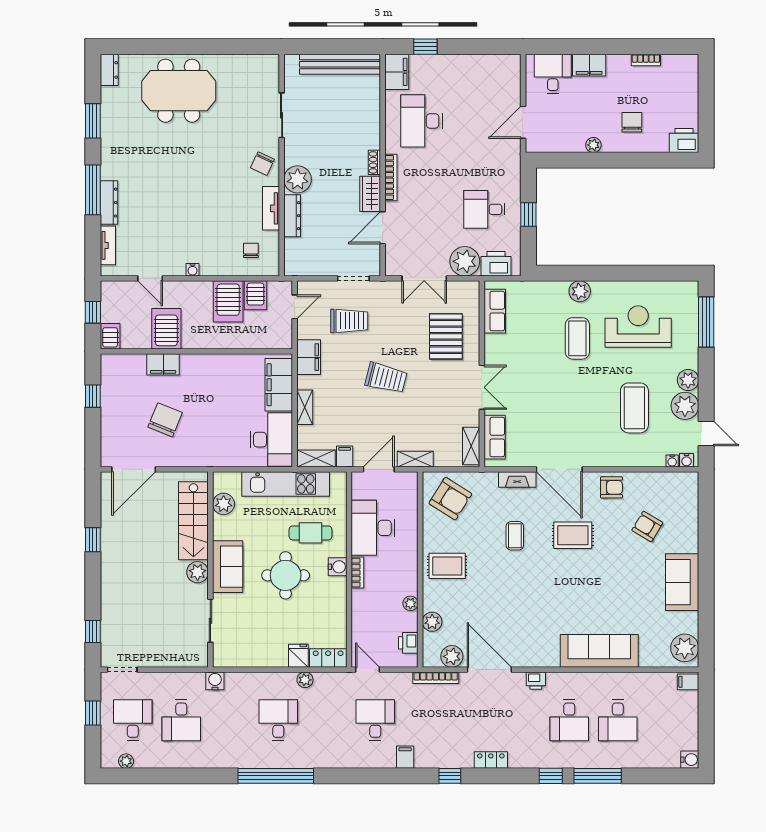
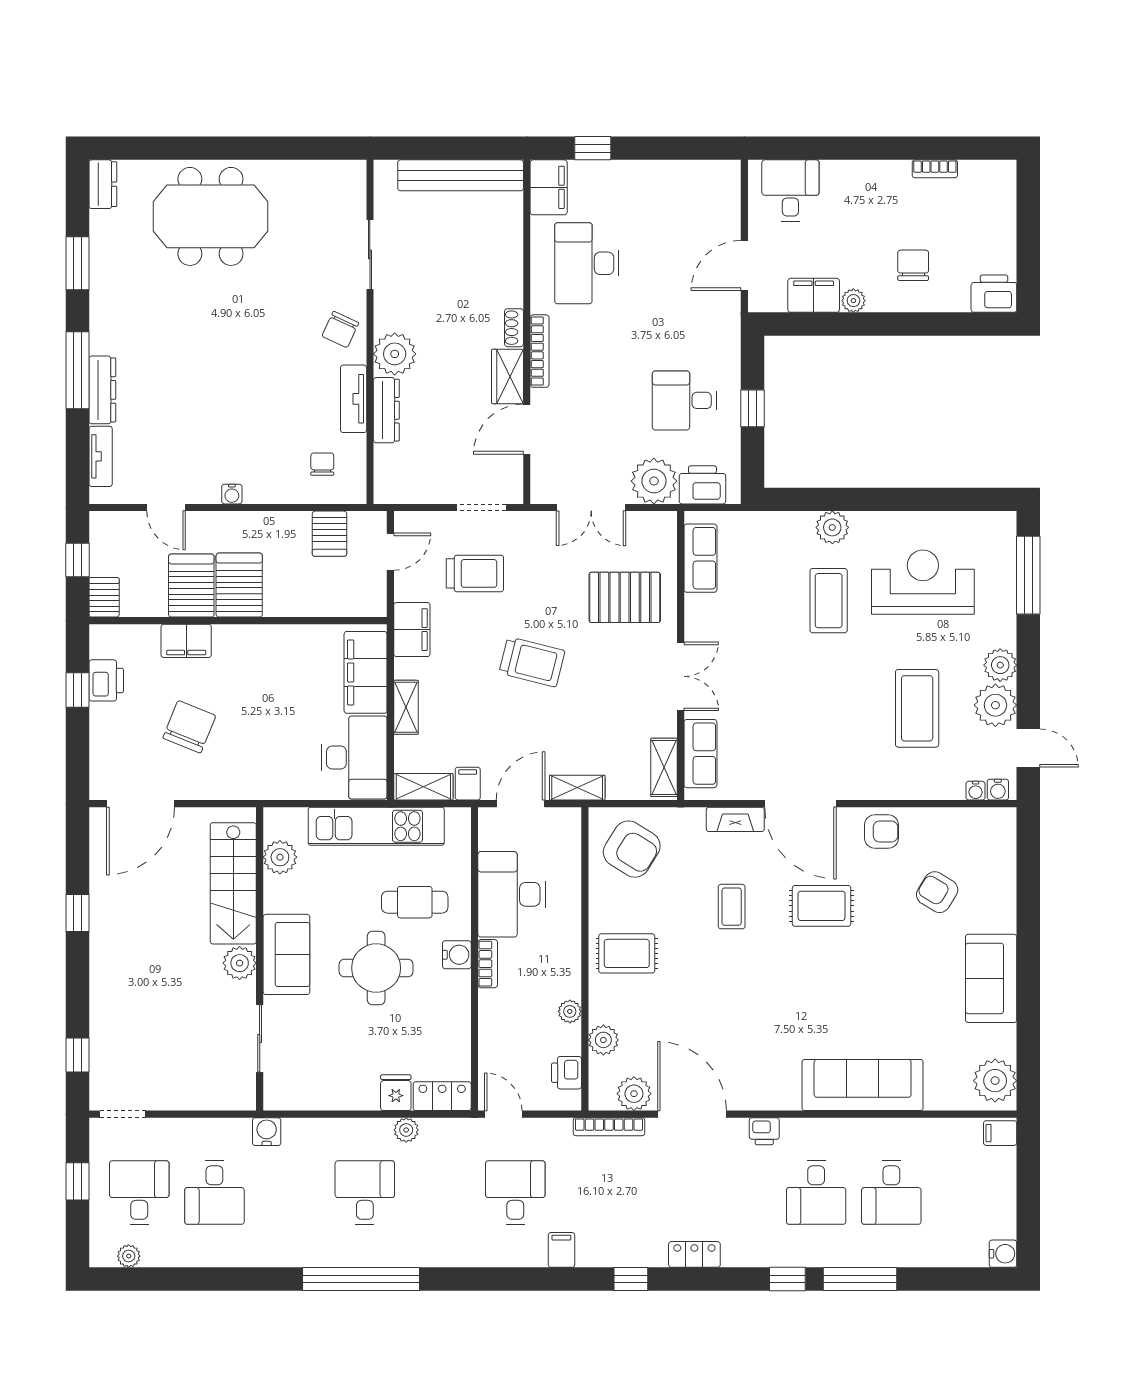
filing cabinet: (589, 65) -> (814, 295), moved, turned 180
server rack: (228, 301) -> (239, 585), moved, turned 180
pallet: (446, 336) -> (625, 597), turned 90
printer: (111, 390) -> (106, 680), added

